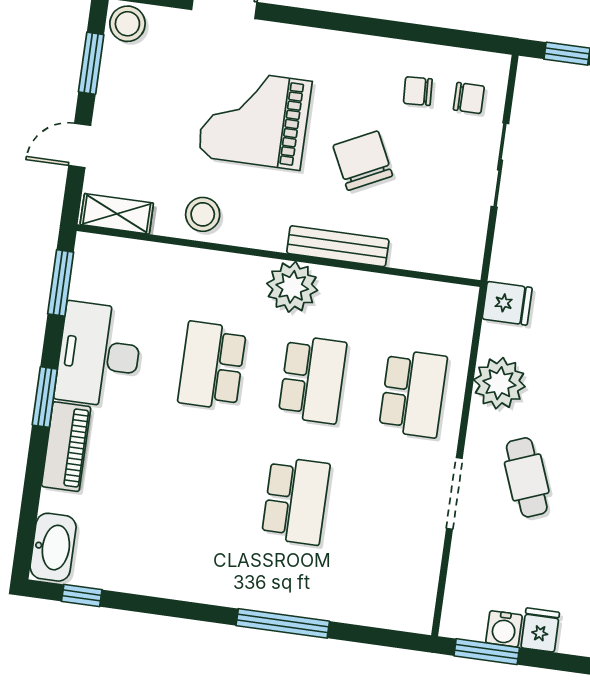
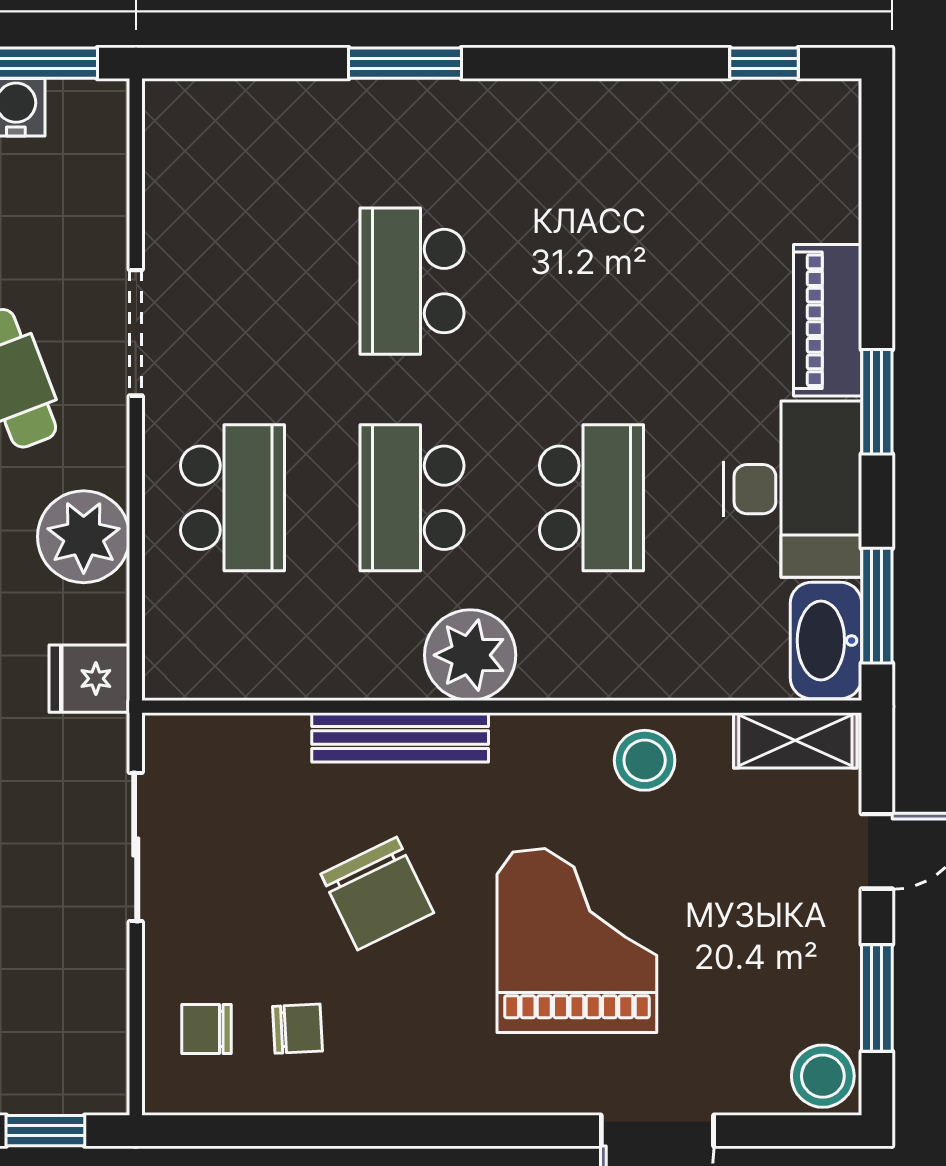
grand piano: (255, 119) -> (577, 940), turned -90
sliding door: (500, 165) -> (136, 847), moved
school desk: (413, 393) -> (233, 498), turned 180
washbasin: (53, 547) -> (826, 641), moved
window: (283, 623) -> (405, 63), width x0.69

